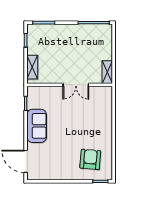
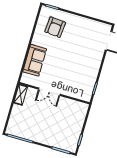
shelving: (32, 67) -> (81, 116), removed
double door: (76, 85) -> (49, 92), swing flipped
sofa: (37, 126) -> (35, 60), moved, turned 180

